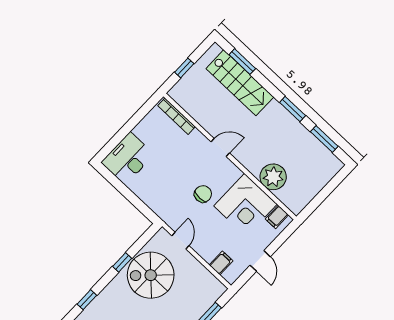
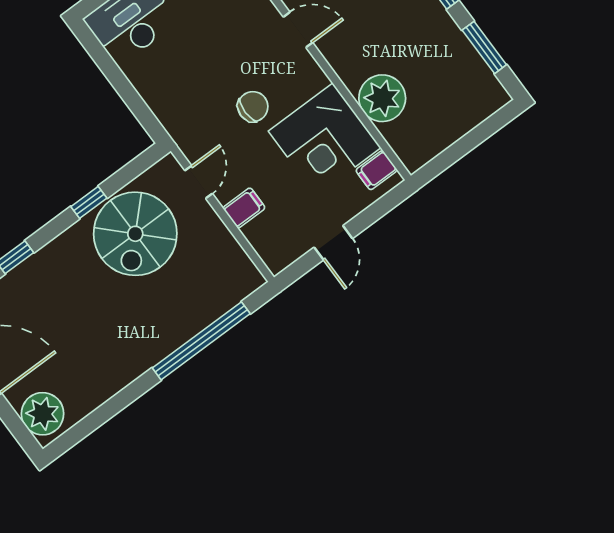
filing cabinet: (221, 263) -> (244, 208), moved
spiral stairs: (151, 275) -> (135, 234), turned -90

